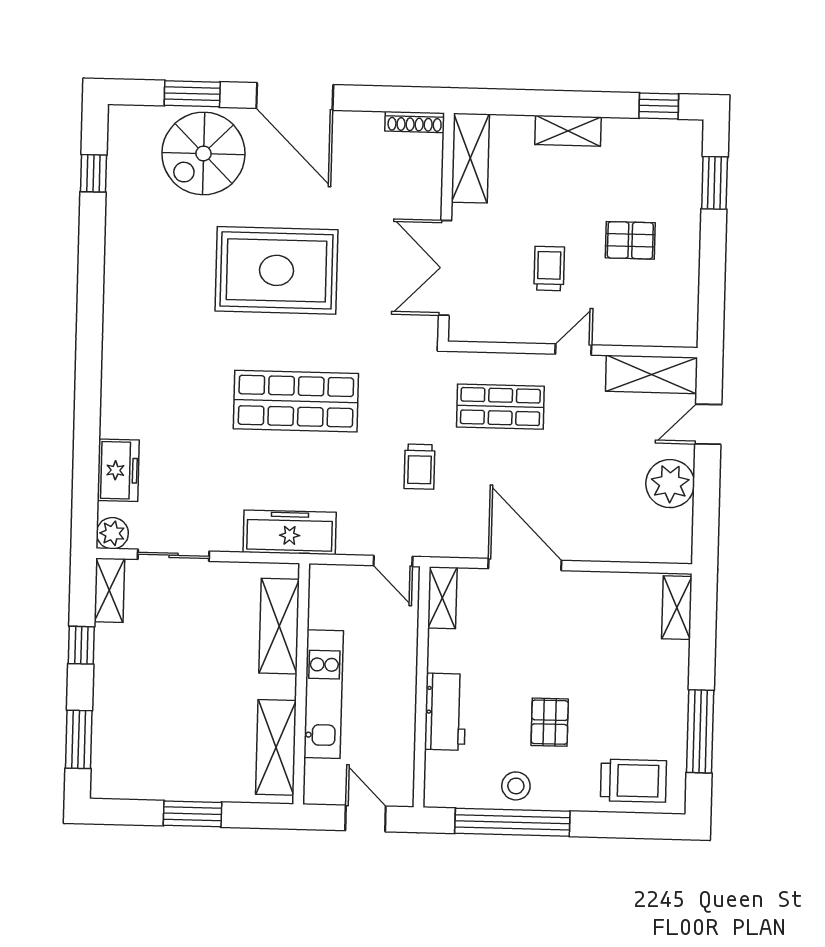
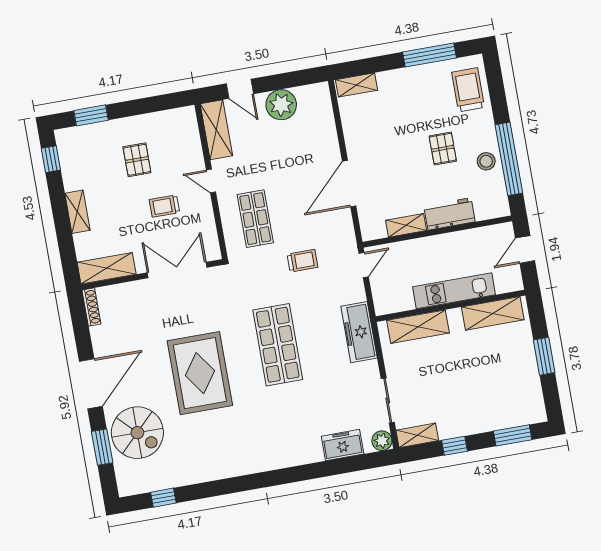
double door: (445, 268) -> (177, 270), swing flipped
shelving: (442, 598) -> (406, 225), moved
pallet: (550, 722) -> (443, 149), turned 90

